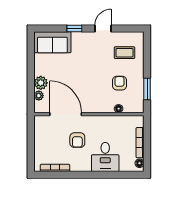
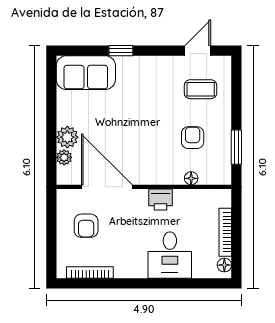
door: (103, 28) -> (198, 51), moved
printer: (99, 122) -> (161, 199), added
armchair: (77, 140) -> (86, 226), moved

